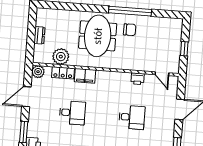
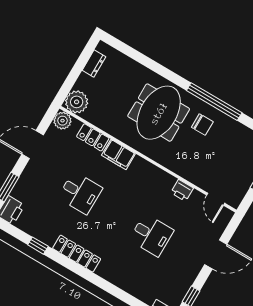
dresser: (39, 35) -> (94, 64), moved
plant: (61, 57) -> (77, 102), moved

